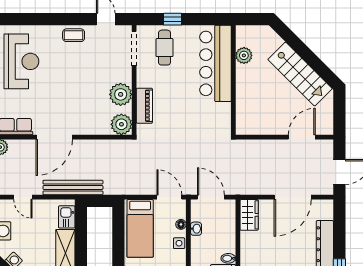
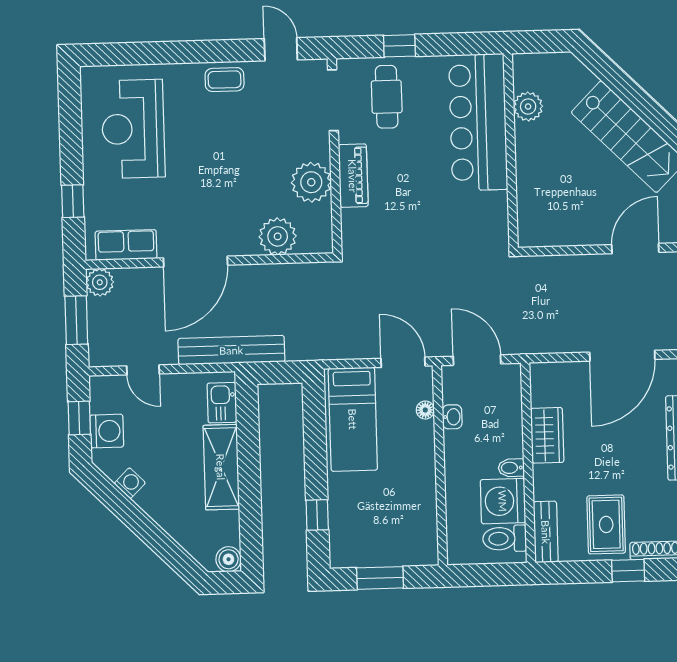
reception desk: (21, 61) -> (133, 129), turned 180
piano: (144, 106) -> (353, 176), moved
plant: (121, 124) -> (278, 236), moved
wardrobe: (249, 215) -> (547, 435), moved
side table: (179, 243) -> (423, 444), removed

